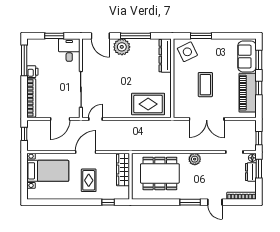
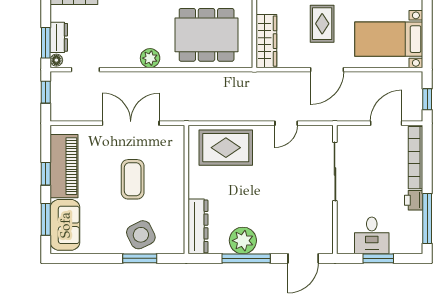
door: (100, 36) -> (303, 258), swing flipped
plant: (122, 47) -> (243, 241), moved
desk: (69, 50) -> (372, 235), moved
side table: (187, 52) -> (141, 235), moved
door: (60, 119) -> (386, 123), moved
door: (95, 119) -> (286, 123), moved

